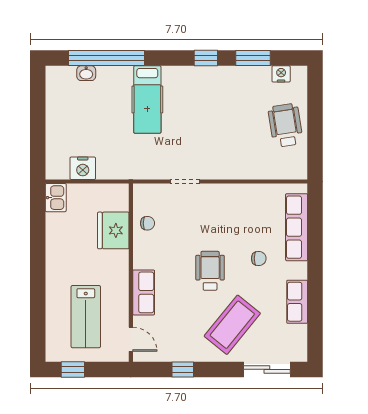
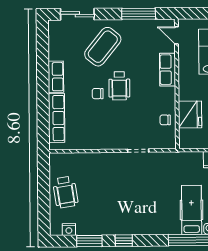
hospital bed: (147, 99) -> (192, 210), moved
chair: (259, 258) -> (98, 94), moved
row of seats: (297, 302) -> (56, 77), moved
window: (183, 369) -> (139, 14), width x2.17

